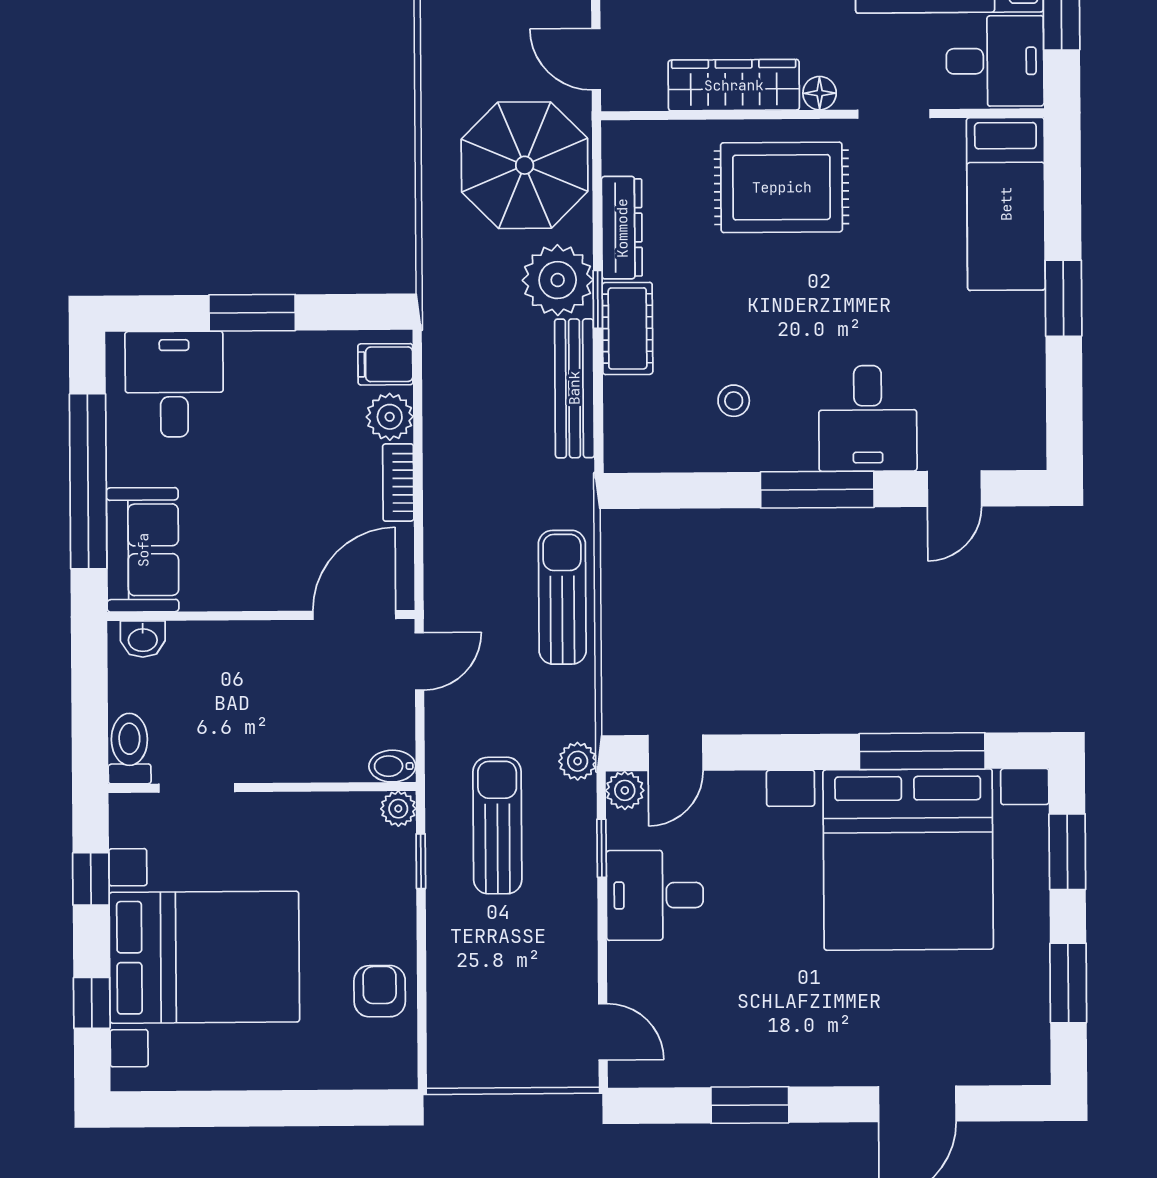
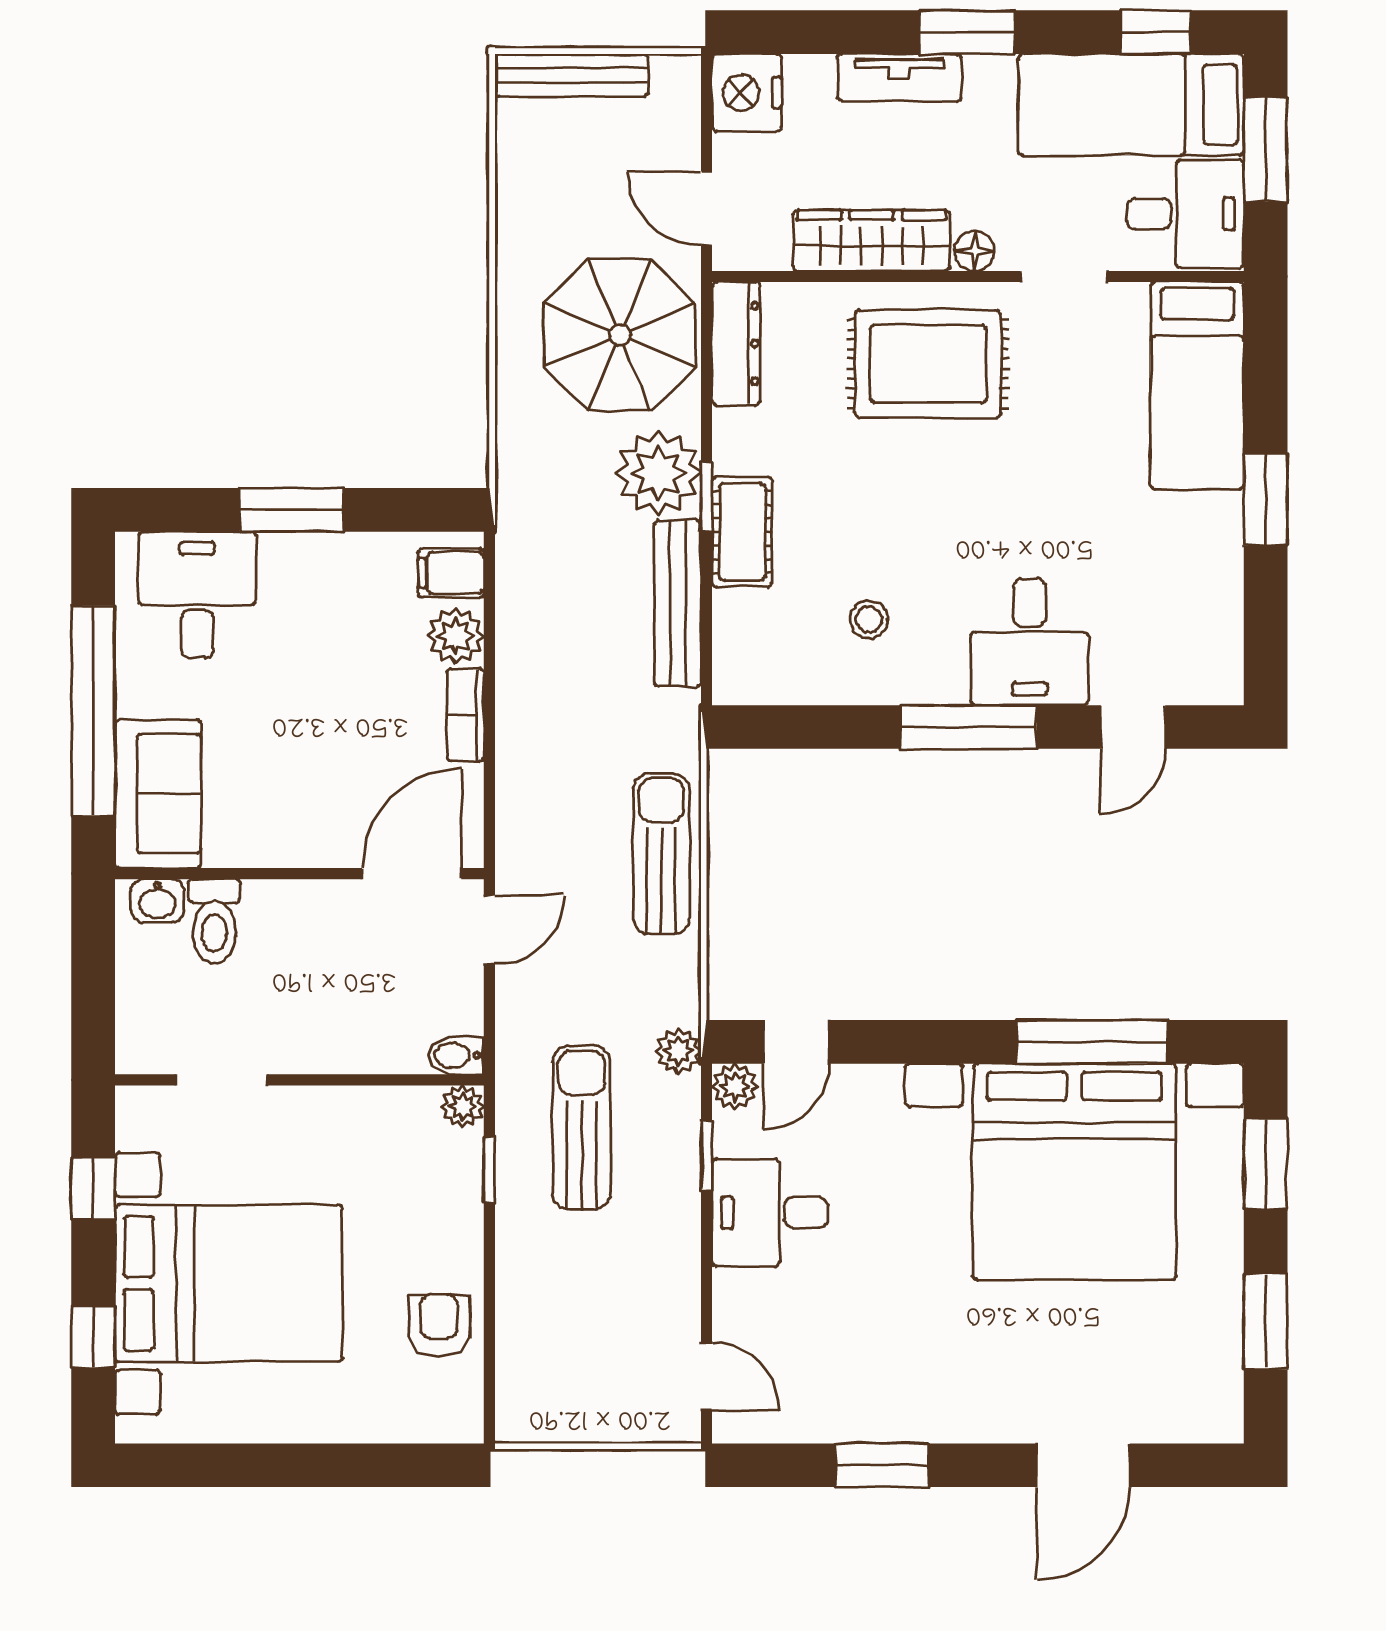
dresser: (622, 228) -> (736, 343), moved
toilet: (129, 749) -> (214, 921), moved, turned 180

